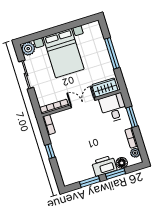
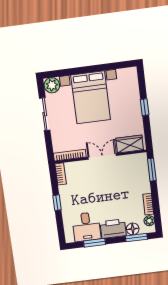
window: (112, 53) -> (145, 107), width x0.46
desk: (114, 108) -> (86, 227), moved, turned 180
window: (132, 117) -> (152, 170), moved
window: (115, 174) -> (136, 238), moved

